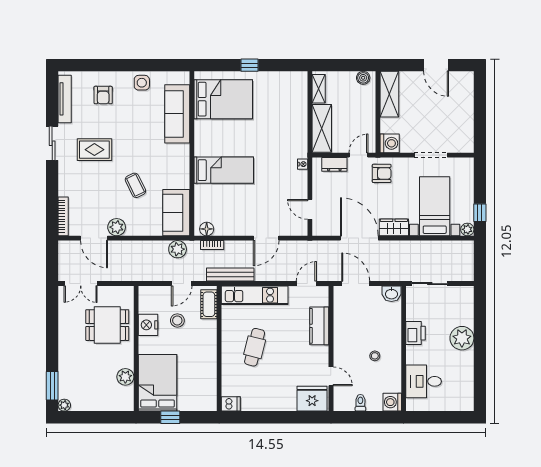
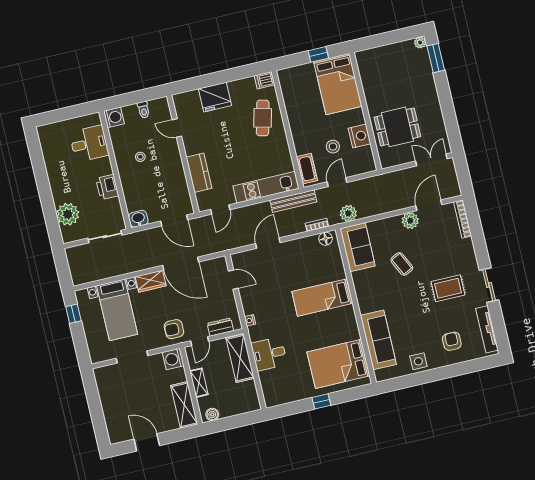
shelving: (319, 89) -> (199, 383), moved
desk: (291, 126) -> (269, 354), added
plant: (467, 229) -> (81, 295), removed
door: (94, 238) -> (429, 205), hinge flipped
plant: (462, 338) -> (68, 214), moved
cafe table: (255, 347) -> (263, 118), moved
plant: (125, 377) -> (369, 82), removed
fridge: (312, 399) -> (215, 97), moved

